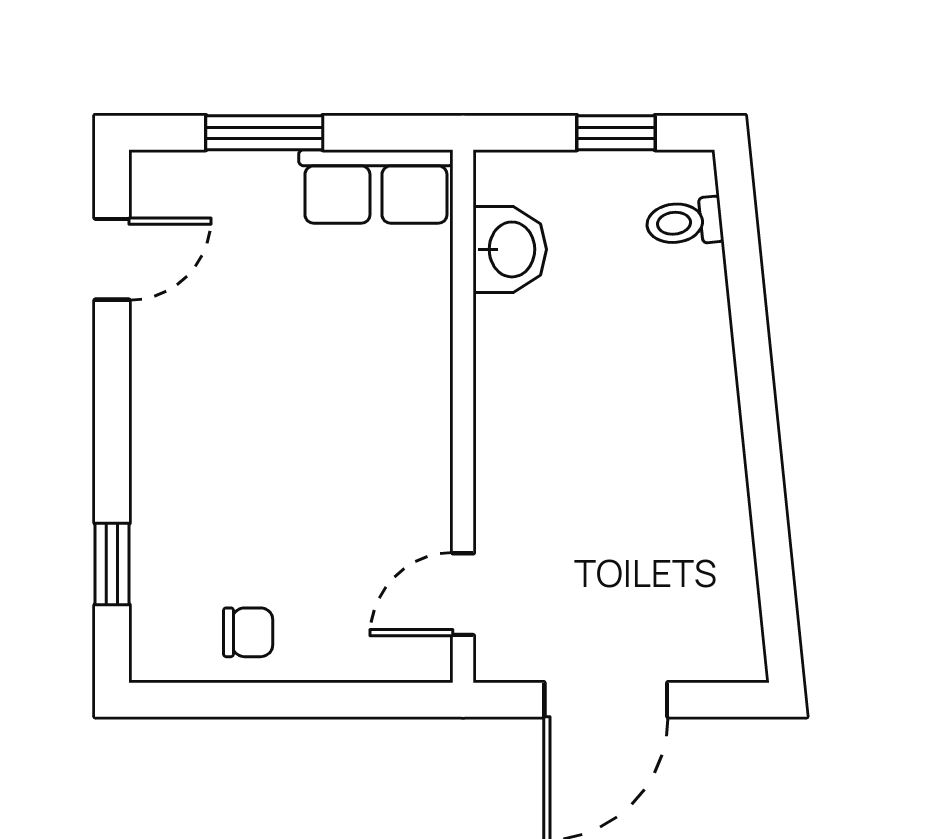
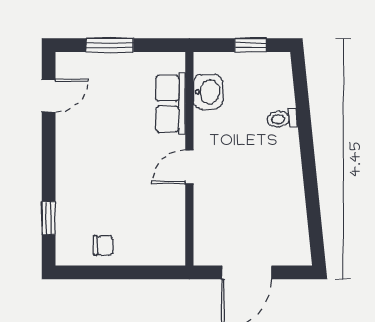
row of seats: (376, 186) -> (171, 104), moved, turned 90
toilet: (684, 222) -> (282, 119), moved
door: (463, 594) -> (189, 167), moved

